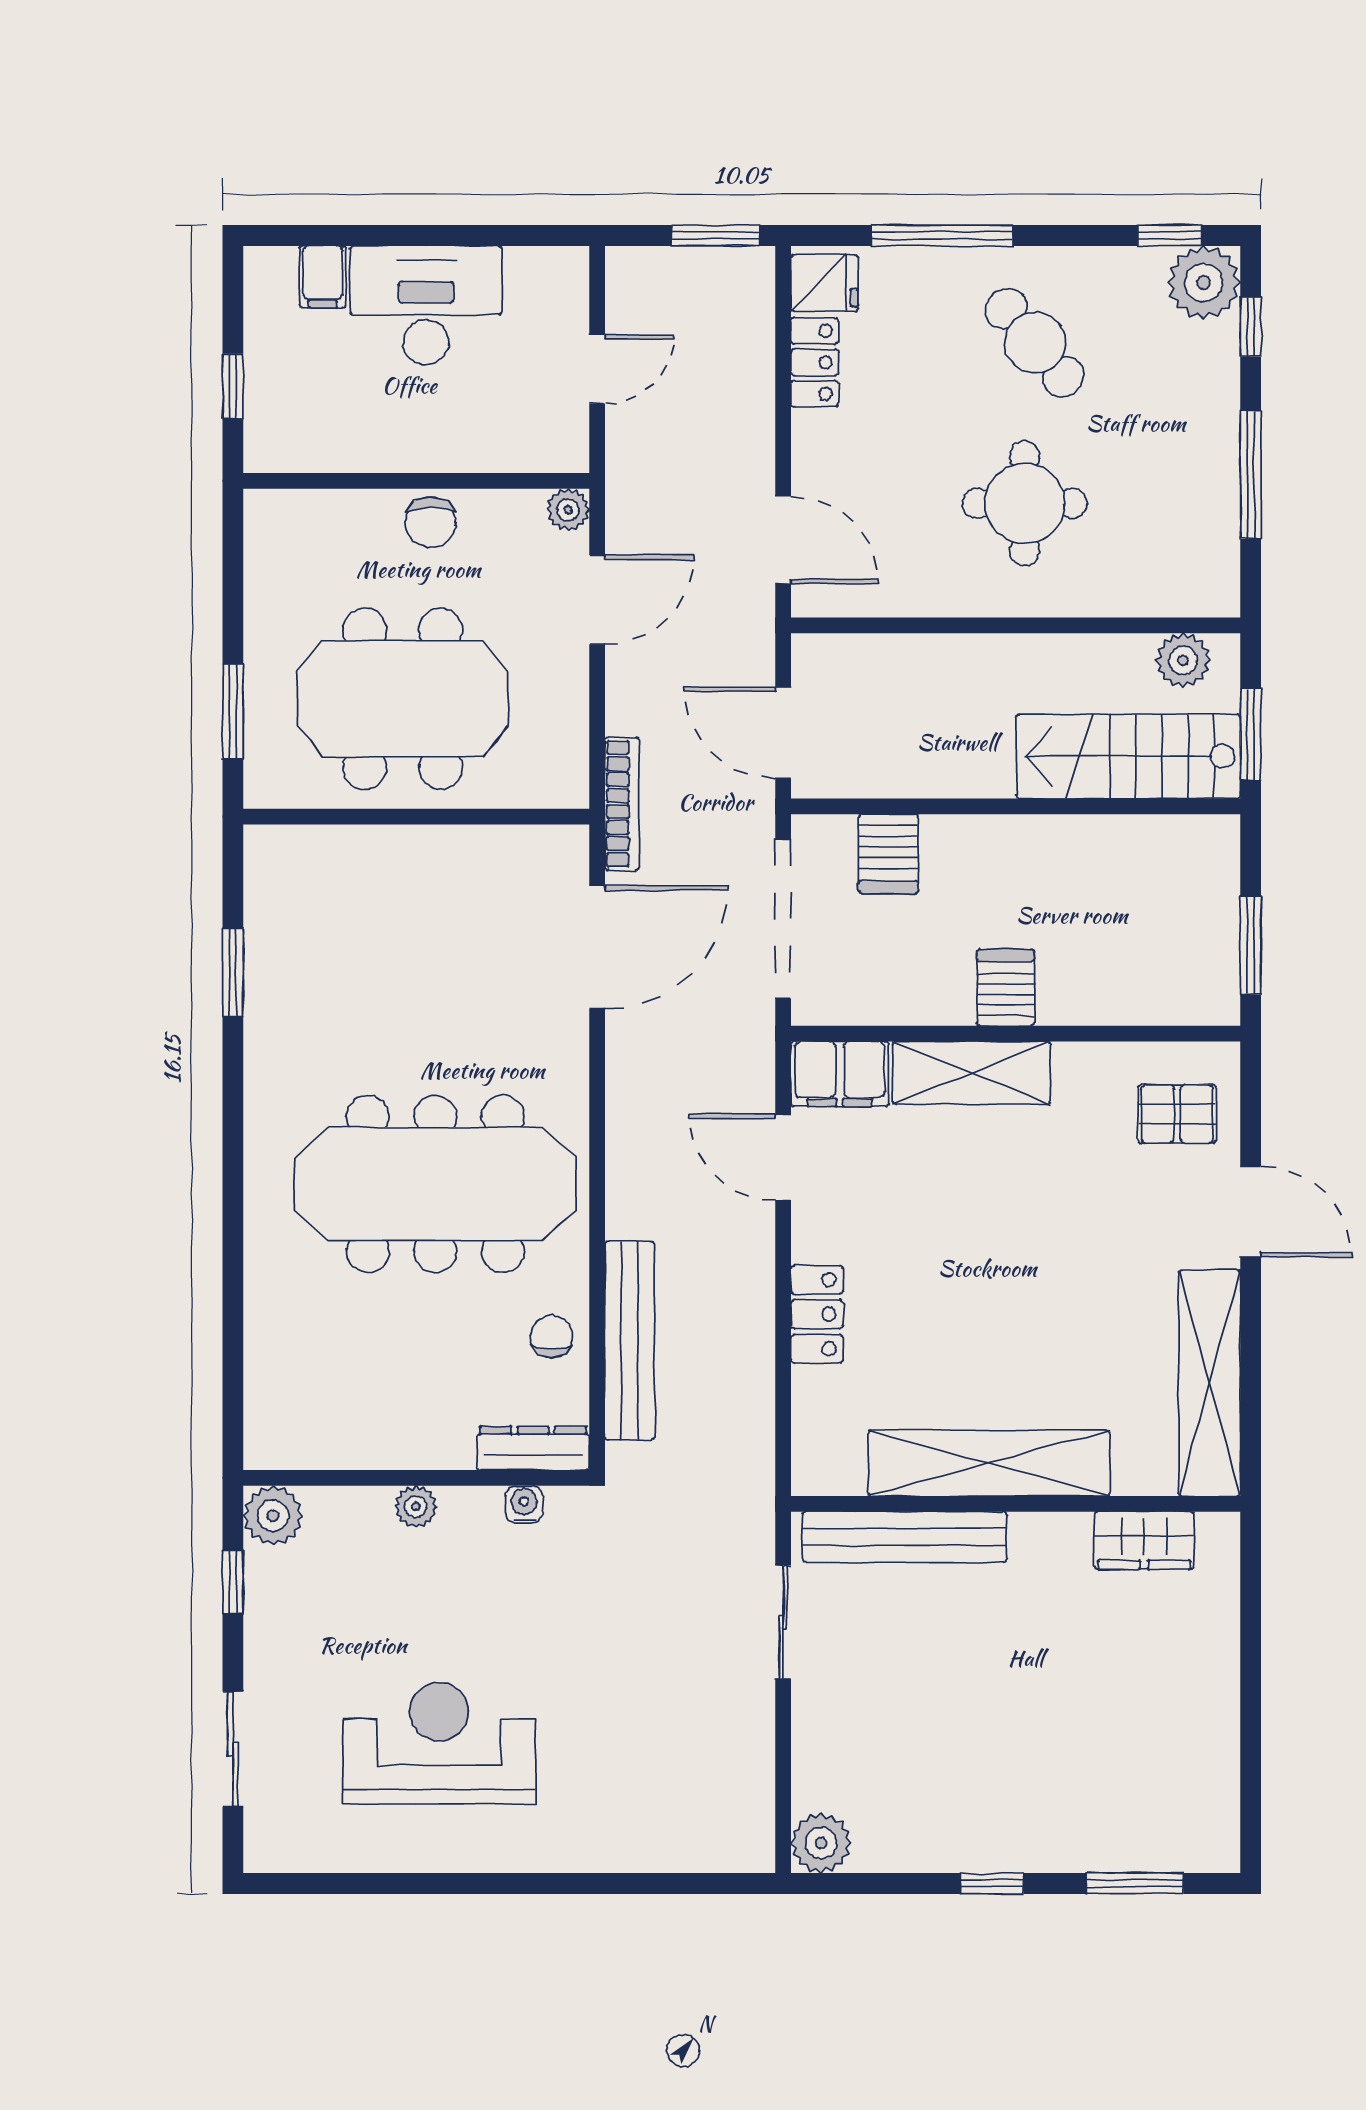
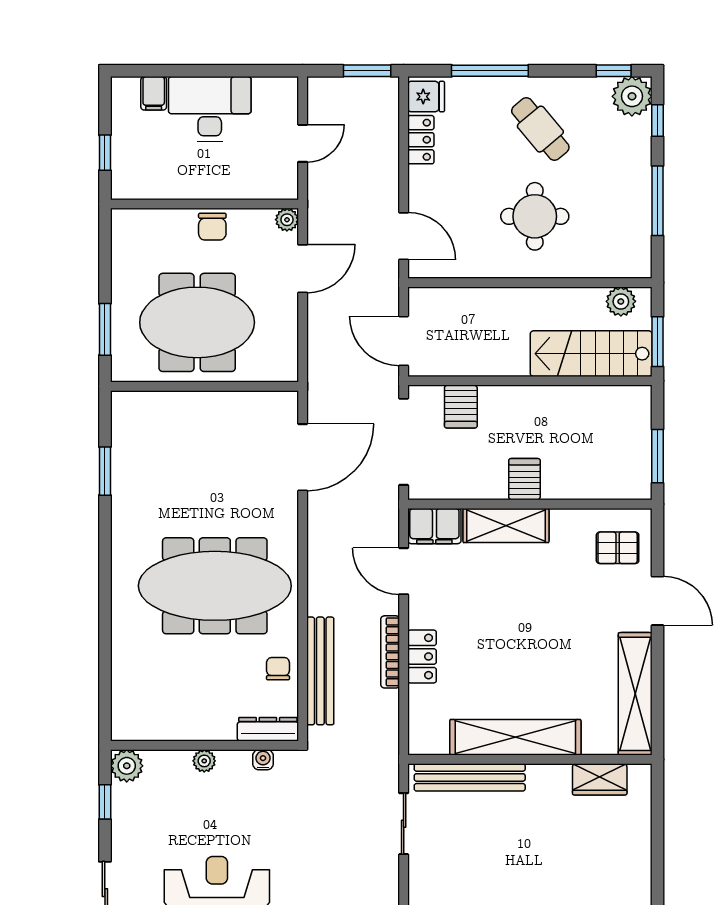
bookcase: (622, 804) -> (390, 652), moved, turned 180

